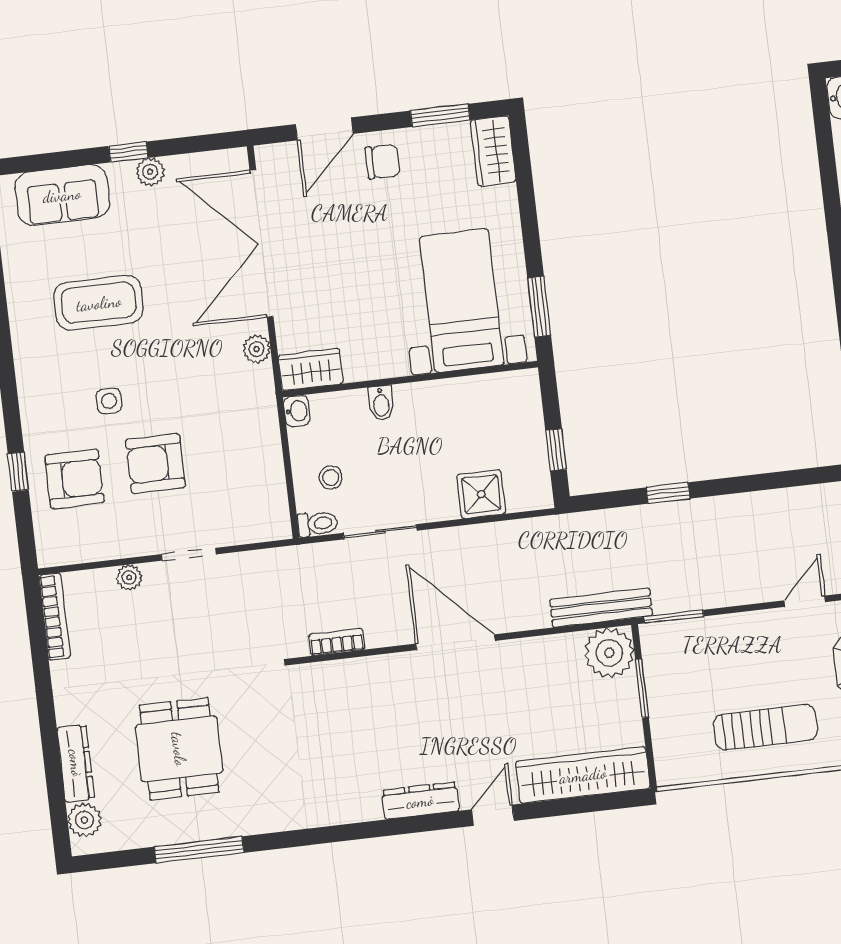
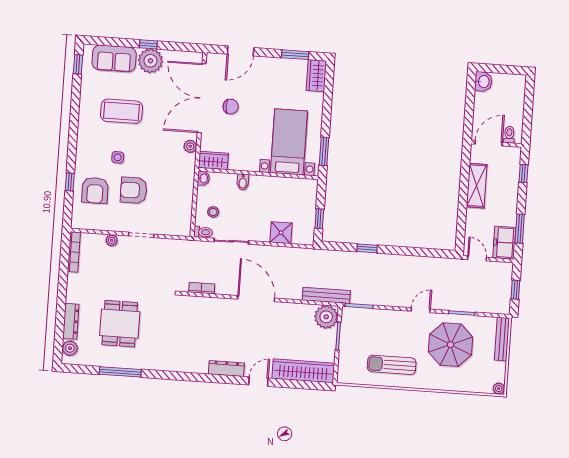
chair: (383, 162) -> (231, 107), moved
plant: (150, 172) -> (150, 61), width x1.88, depth x1.88
armchair: (74, 479) -> (95, 190), turned 90
sun lounger: (766, 727) -> (392, 365), turned 180

